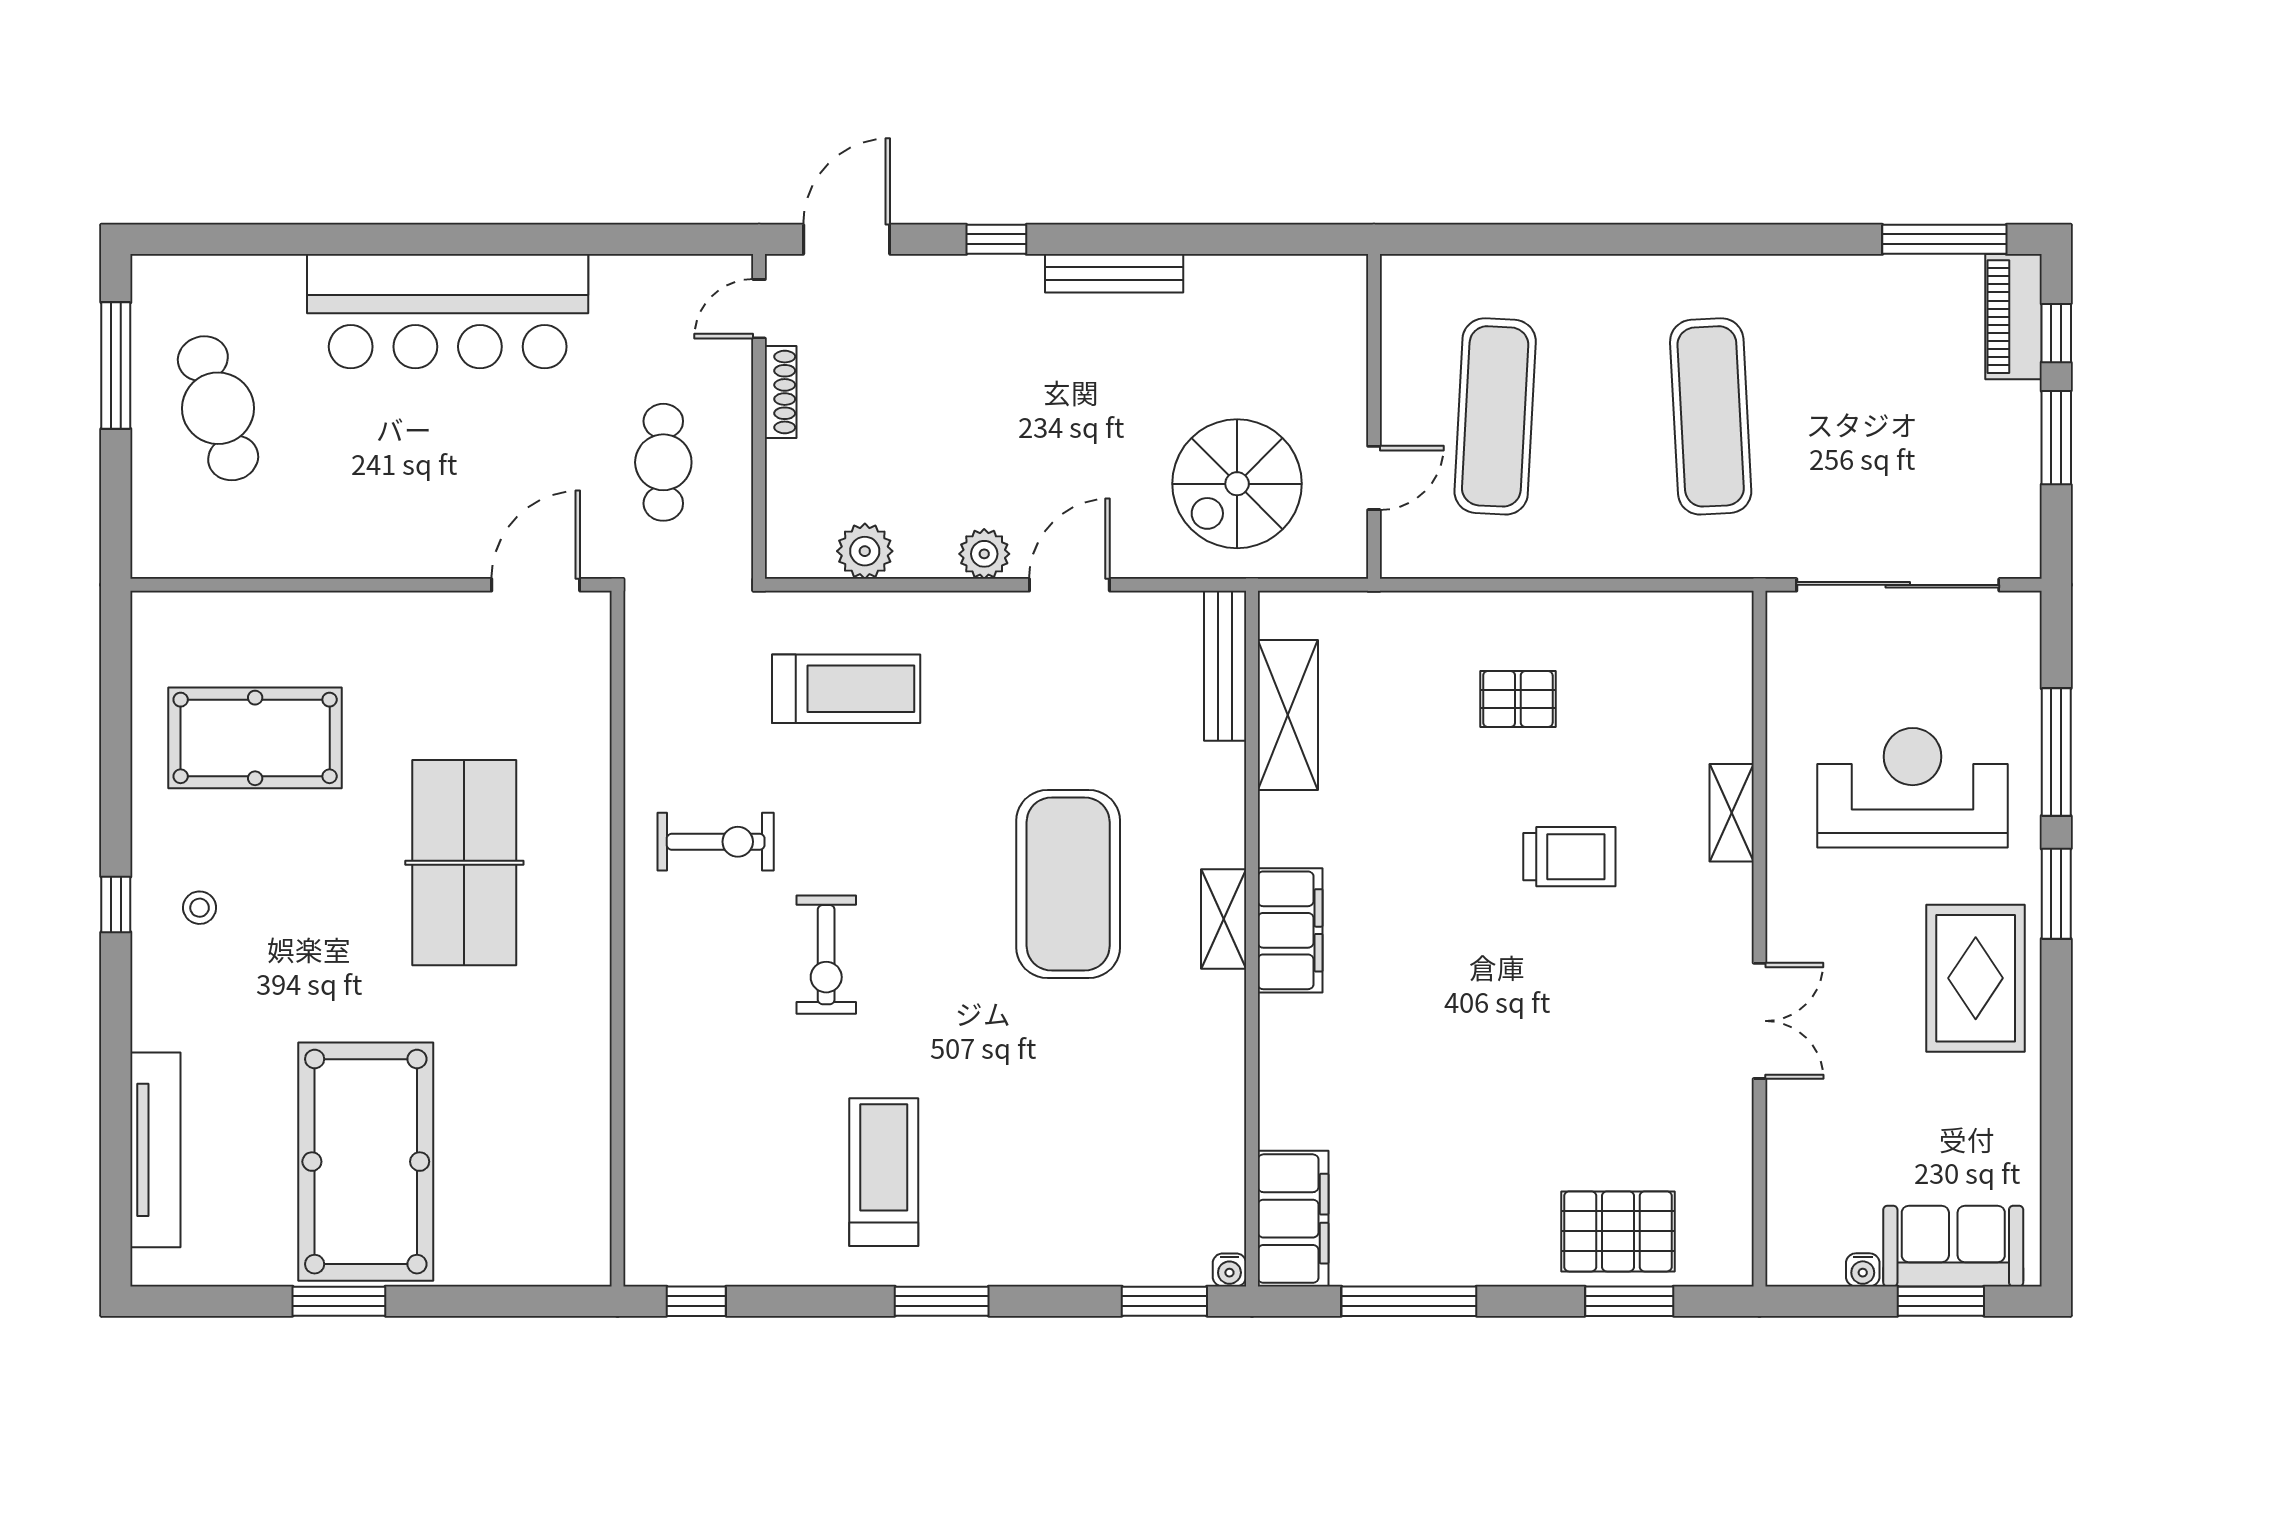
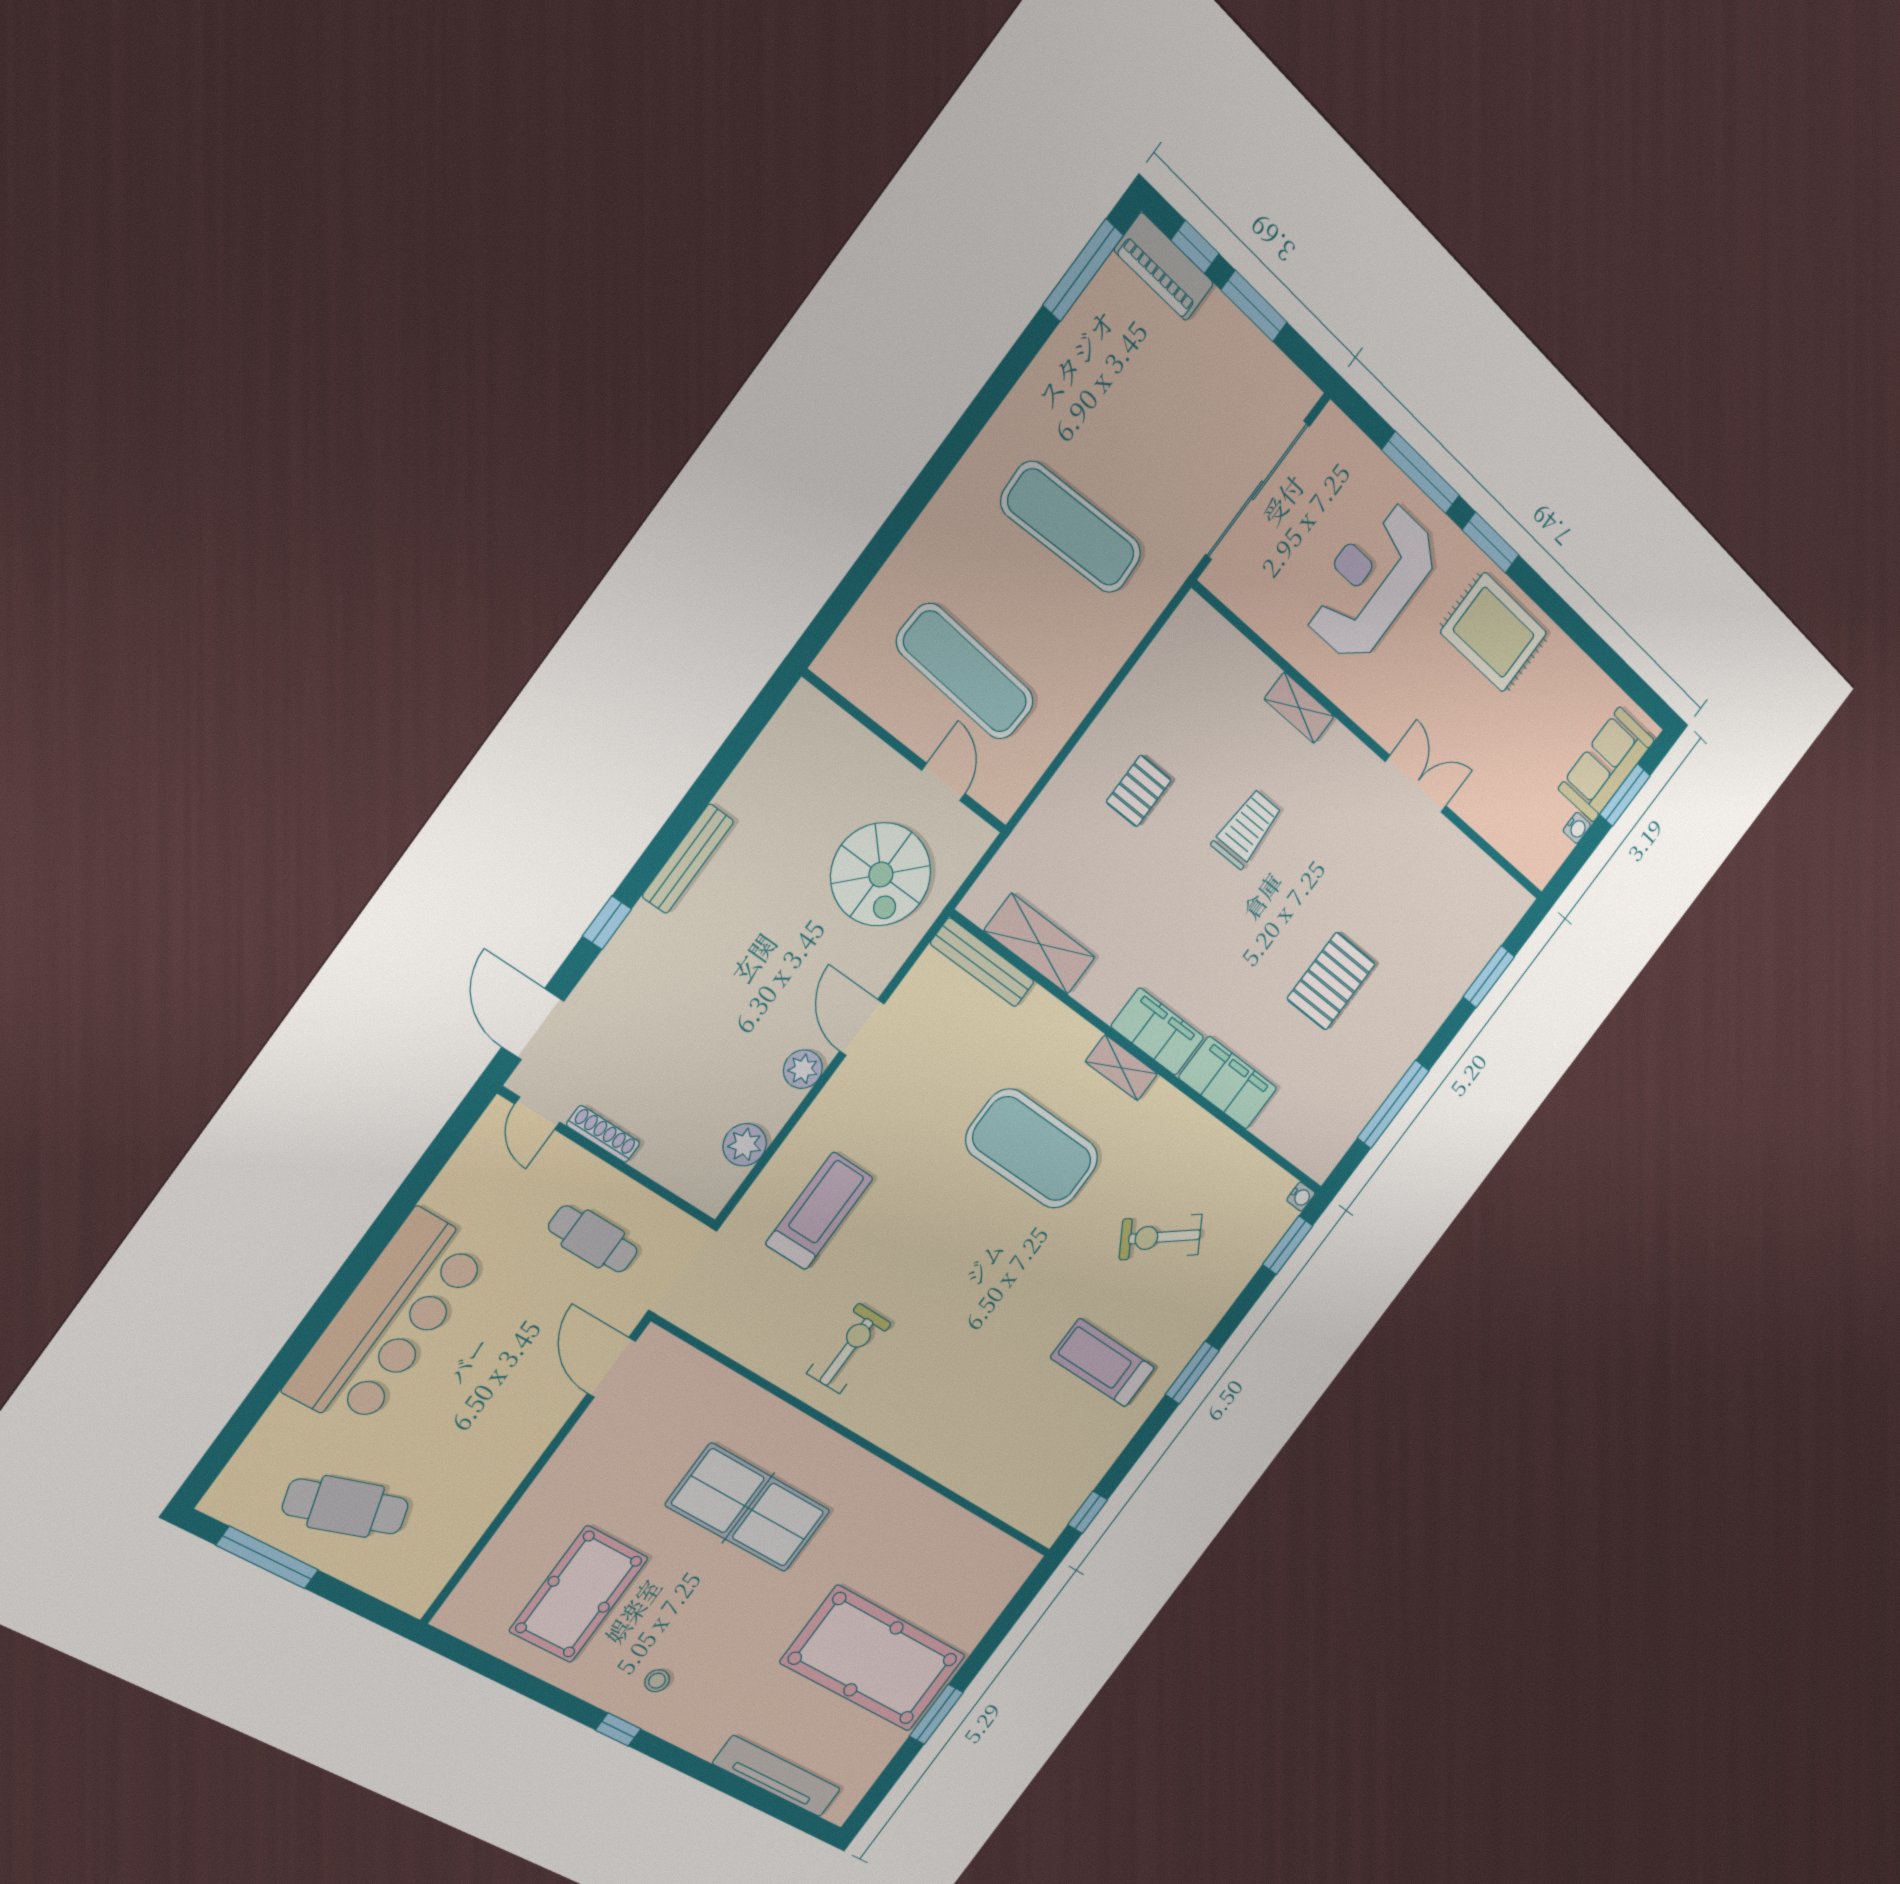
exercise bike: (826, 955) -> (1161, 1237), moved, turned 145
filing cabinet: (1293, 1219) -> (1228, 1083), moved
pallet: (1618, 1231) -> (1331, 981), moved

